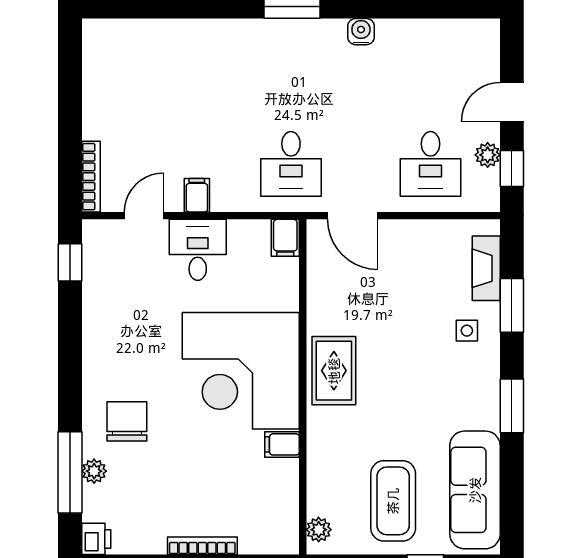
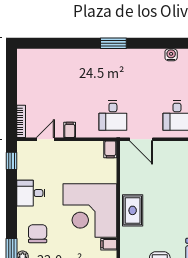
water cooler: (361, 32) -> (171, 55), moved
desk: (198, 250) -> (31, 193), moved, turned -90

